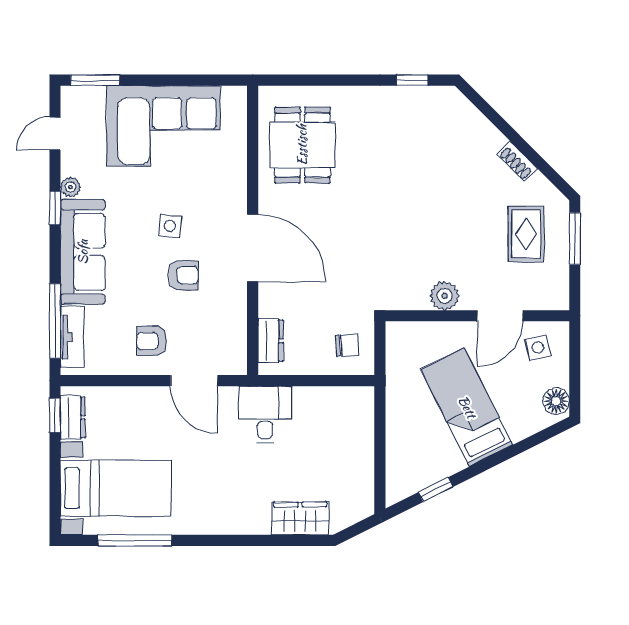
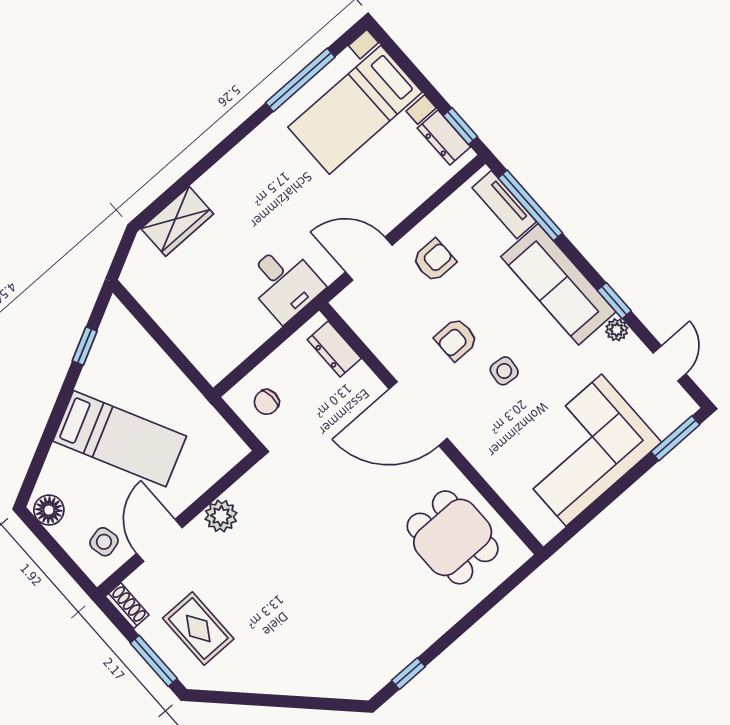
shoe rack: (517, 161) -> (127, 606), moved, turned 45

